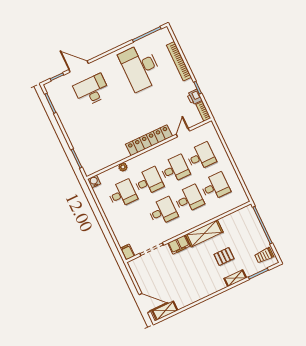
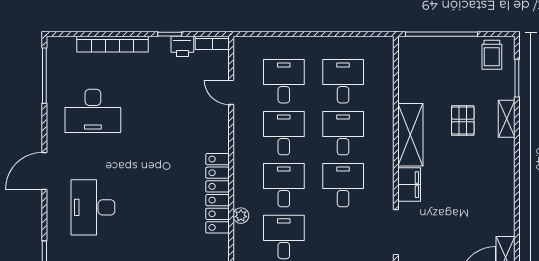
door: (79, 66) -> (44, 171), moved
desk: (140, 67) -> (93, 111), width x0.73, depth x0.77
locker: (149, 140) -> (217, 193), moved

